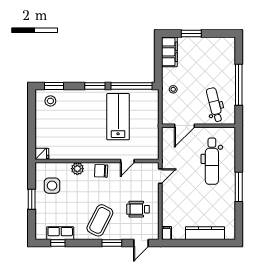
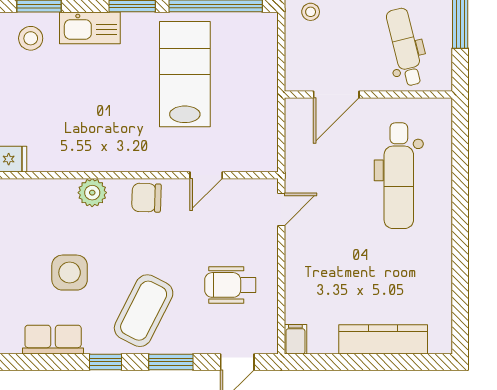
kitchen sink: (76, 96) -> (90, 28), added
side table: (52, 186) -> (70, 273), moved
window: (239, 187) -> (460, 234), removed
window: (58, 243) -> (105, 362), moved

